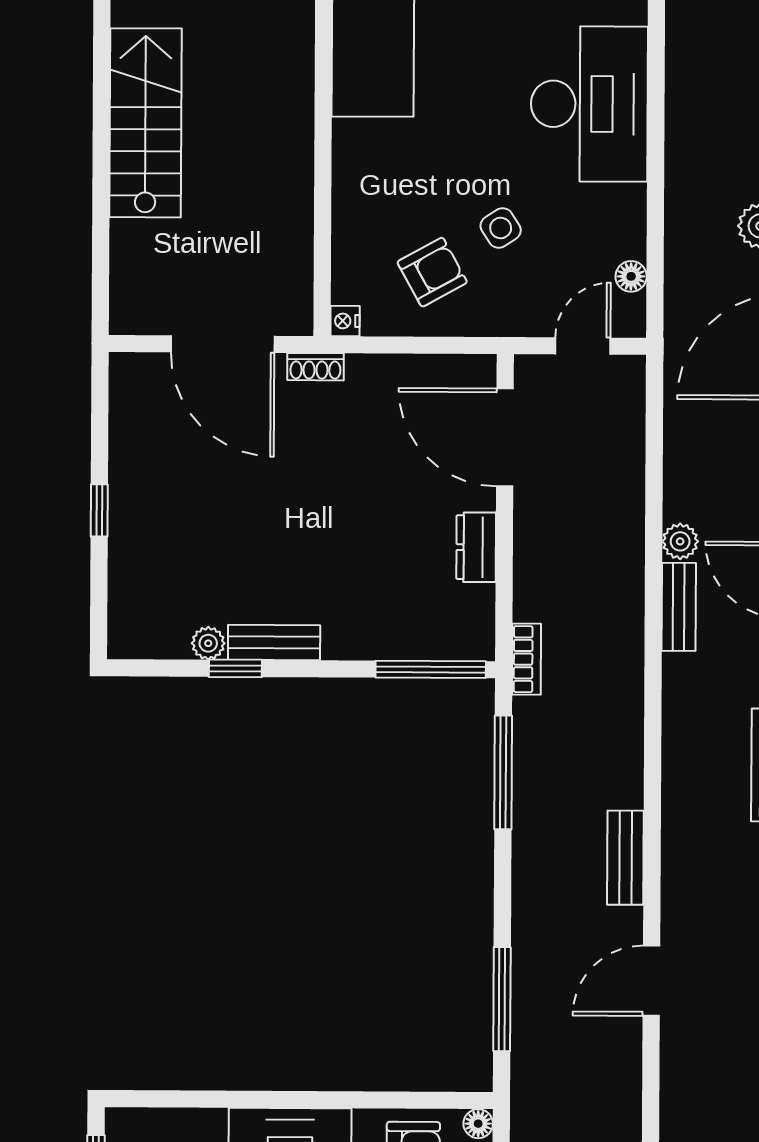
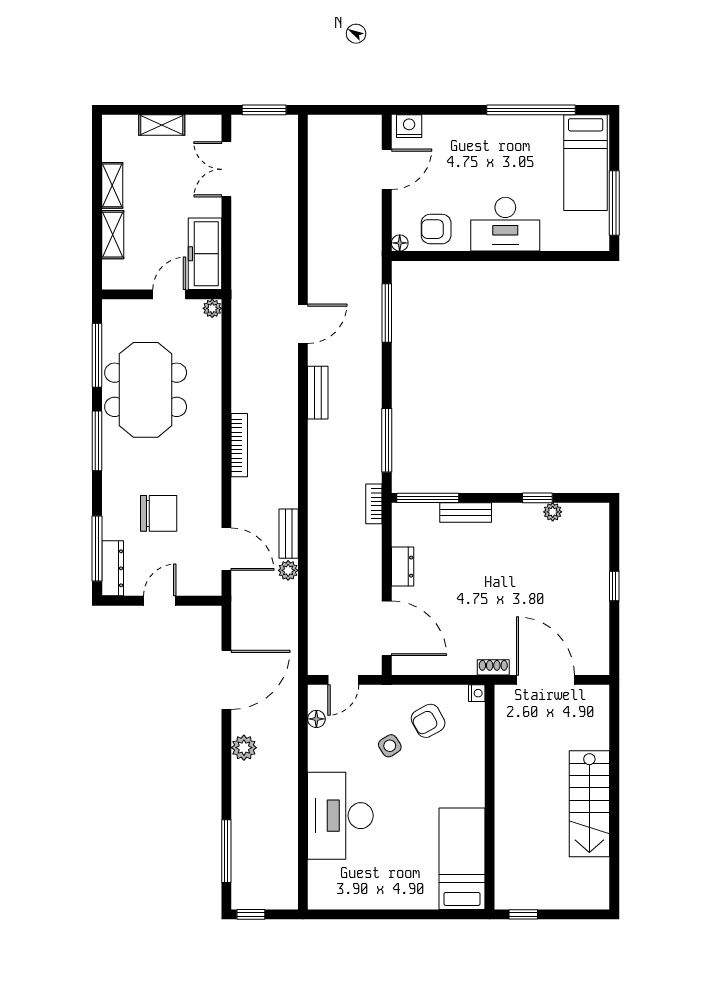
bench: (274, 642) -> (466, 512), moved

